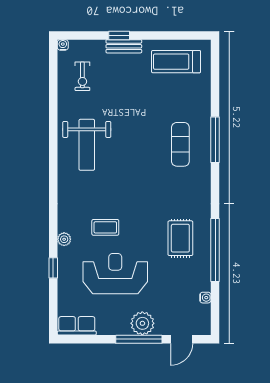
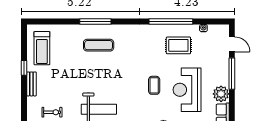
window: (119, 35) -> (24, 68), moved
coffee table: (105, 227) -> (154, 85), moved
rug: (180, 238) -> (178, 45), moved
plant: (142, 323) -> (221, 94), moved

